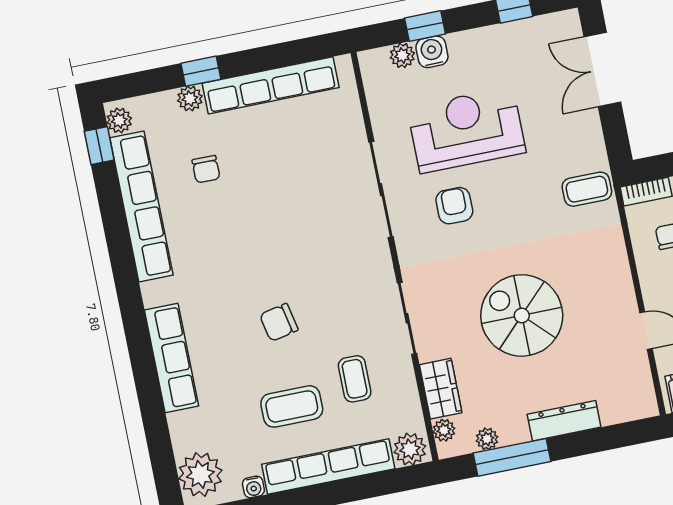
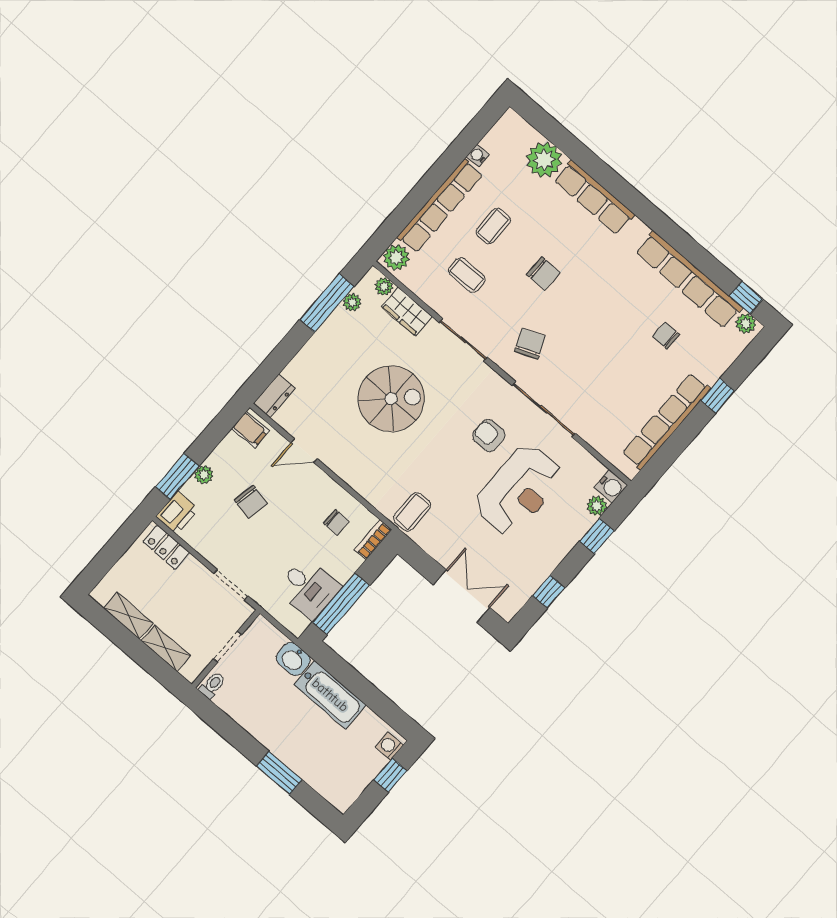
water cooler: (432, 52) -> (611, 486), moved
plant: (190, 98) -> (711, 373), removed
armchair: (454, 206) -> (489, 435), turned 180
chair: (345, 264) -> (530, 344), added
chair: (279, 322) -> (543, 274), turned 102
coffee table: (292, 406) -> (493, 226), width x0.73, depth x0.77
dresser: (564, 421) -> (274, 396), moved, width x0.70
plant: (200, 474) -> (544, 160), moved

